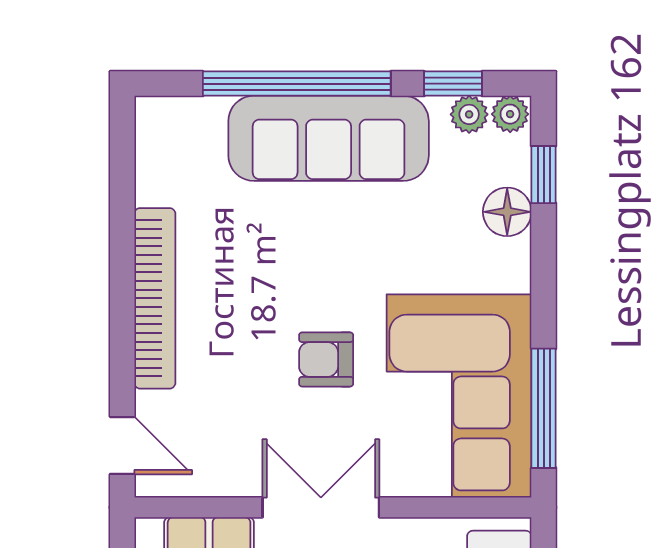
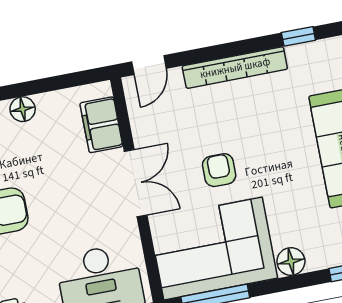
window: (122, 179) -> (298, 36), added
floor lamp: (507, 212) -> (291, 262), moved

